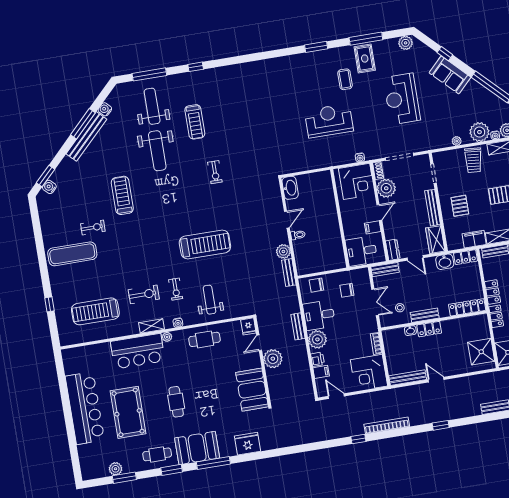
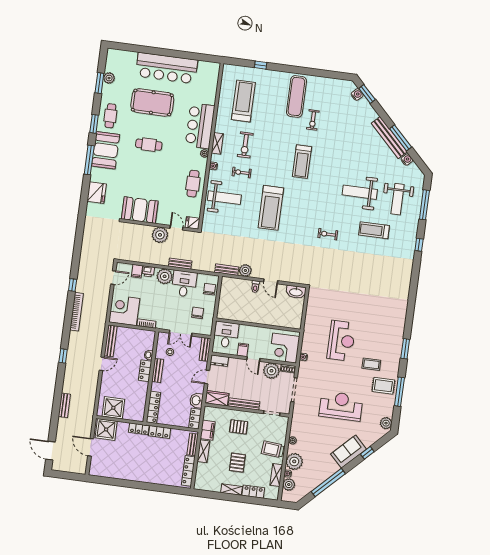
weight bench: (152, 106) -> (398, 199), turned 90
treadmill: (122, 195) -> (302, 162), moved, turned 90
weight bench: (209, 300) -> (224, 198), width x1.36, depth x1.33

